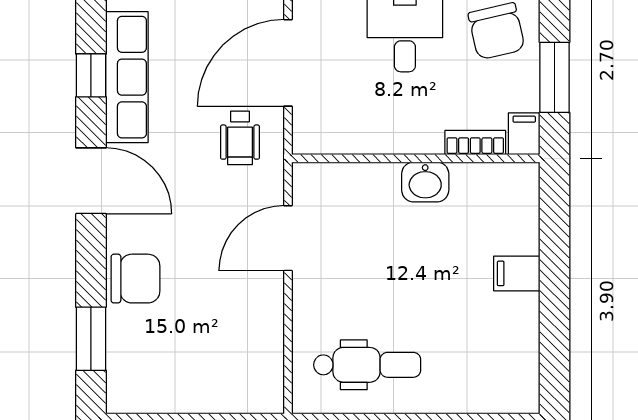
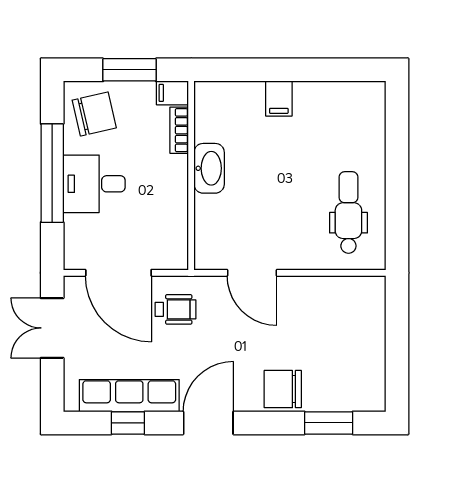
washbasin: (425, 182) -> (209, 168), width x1.38
chair: (135, 279) -> (283, 389), turned -90

